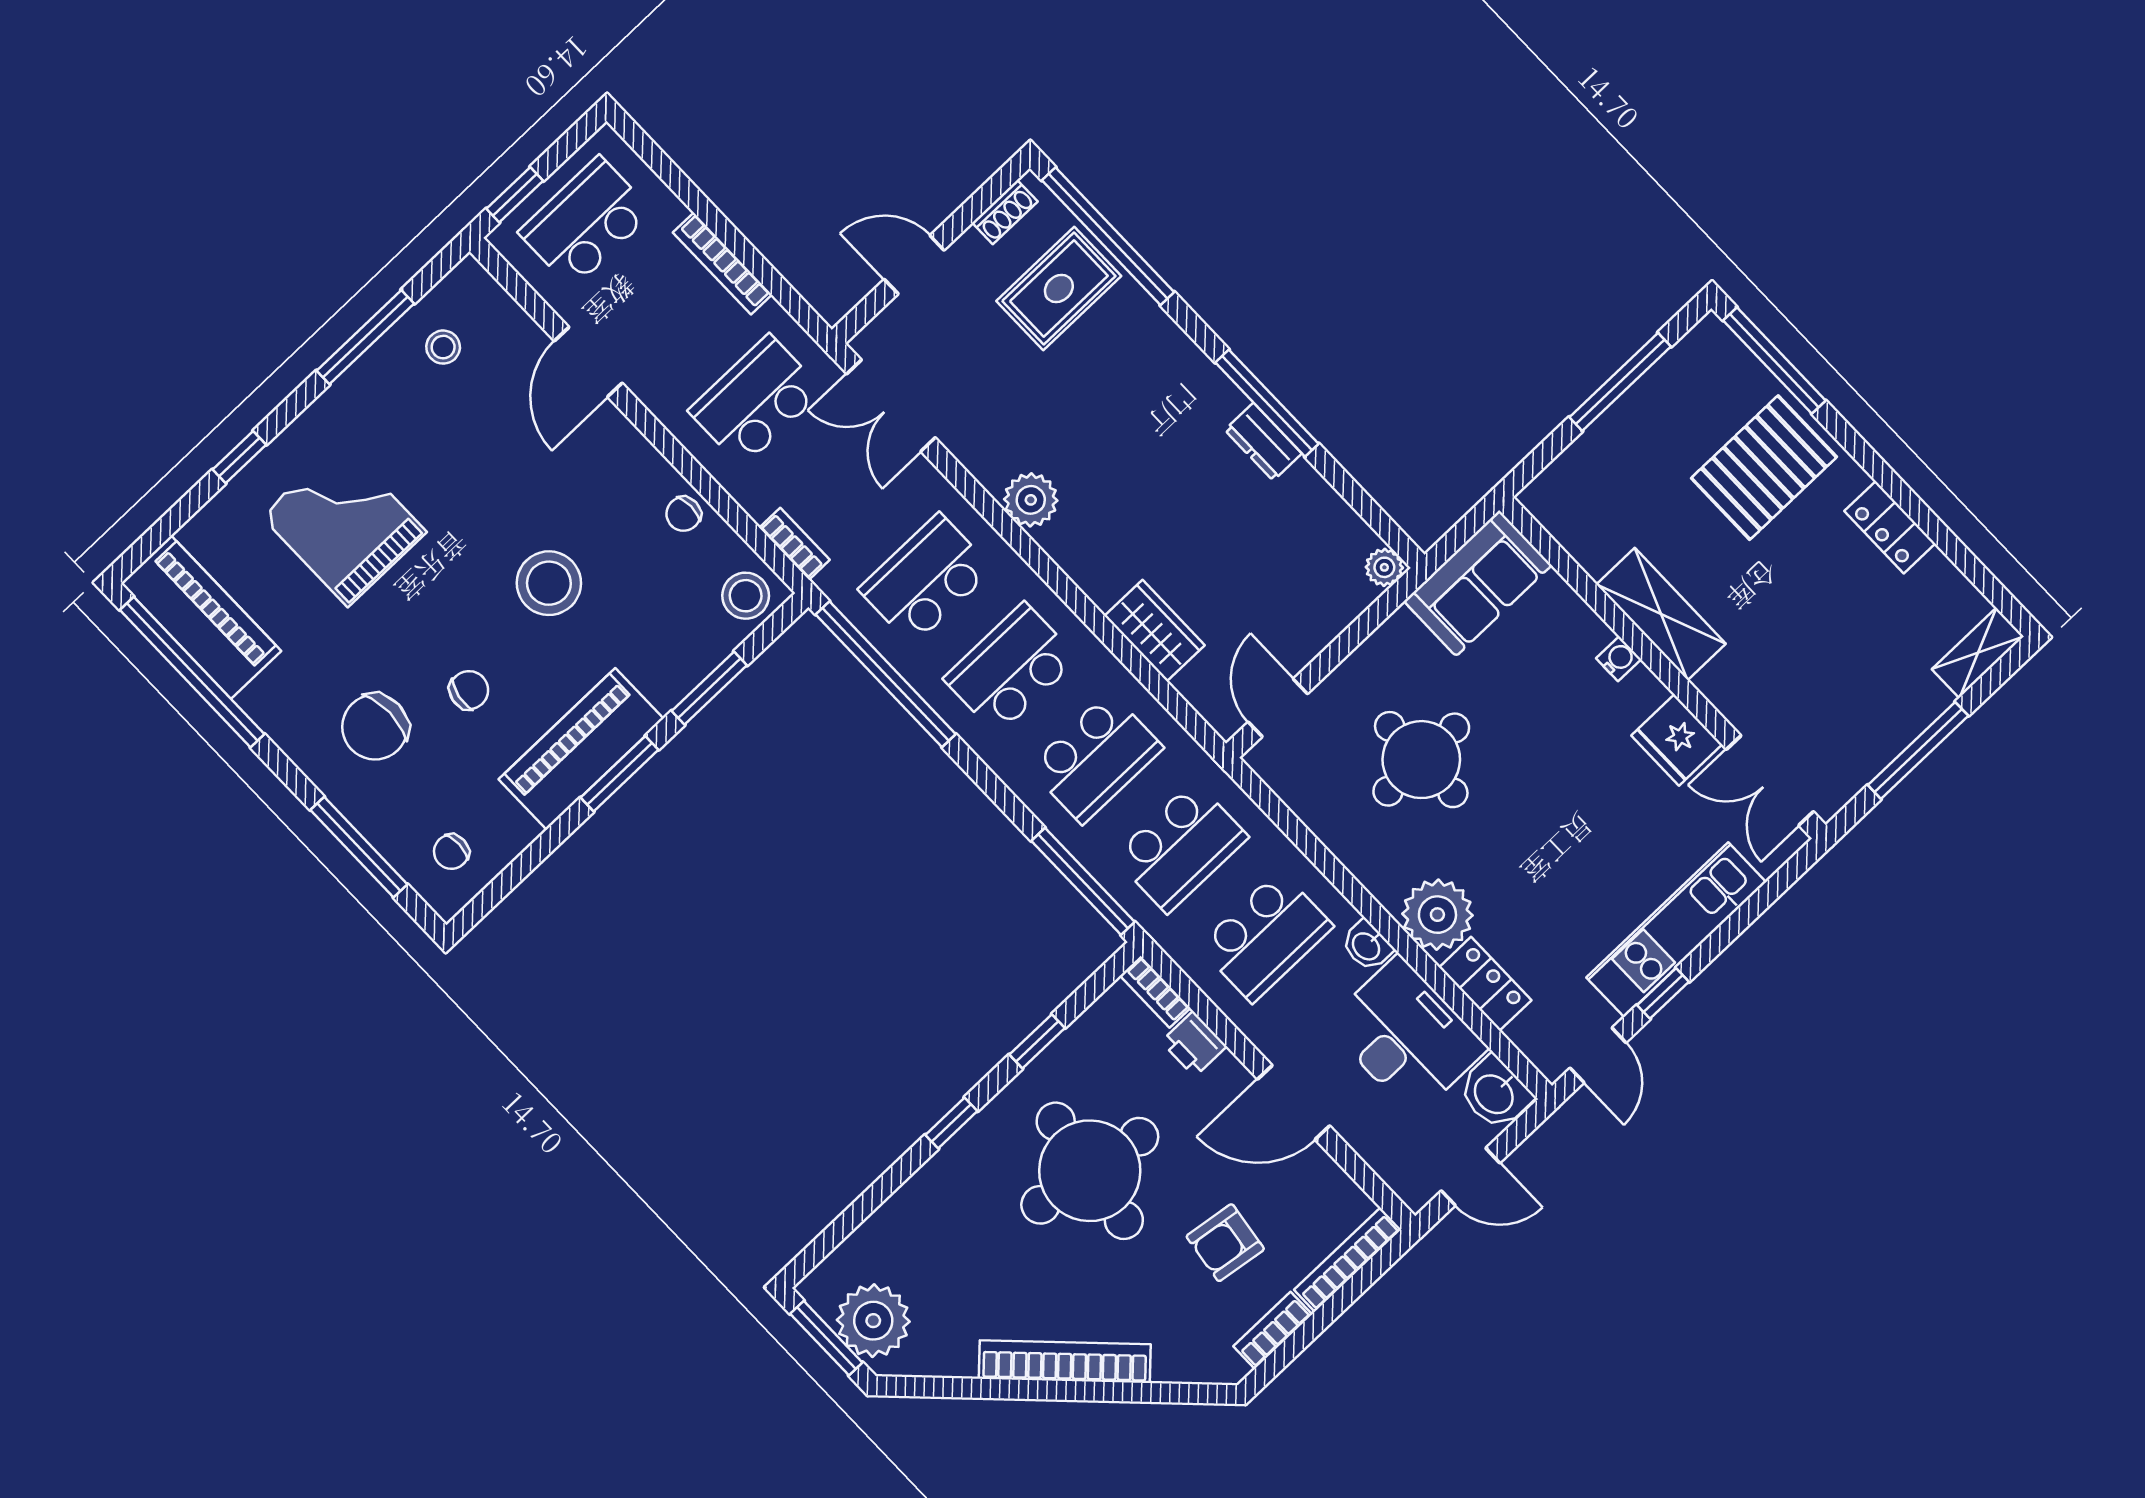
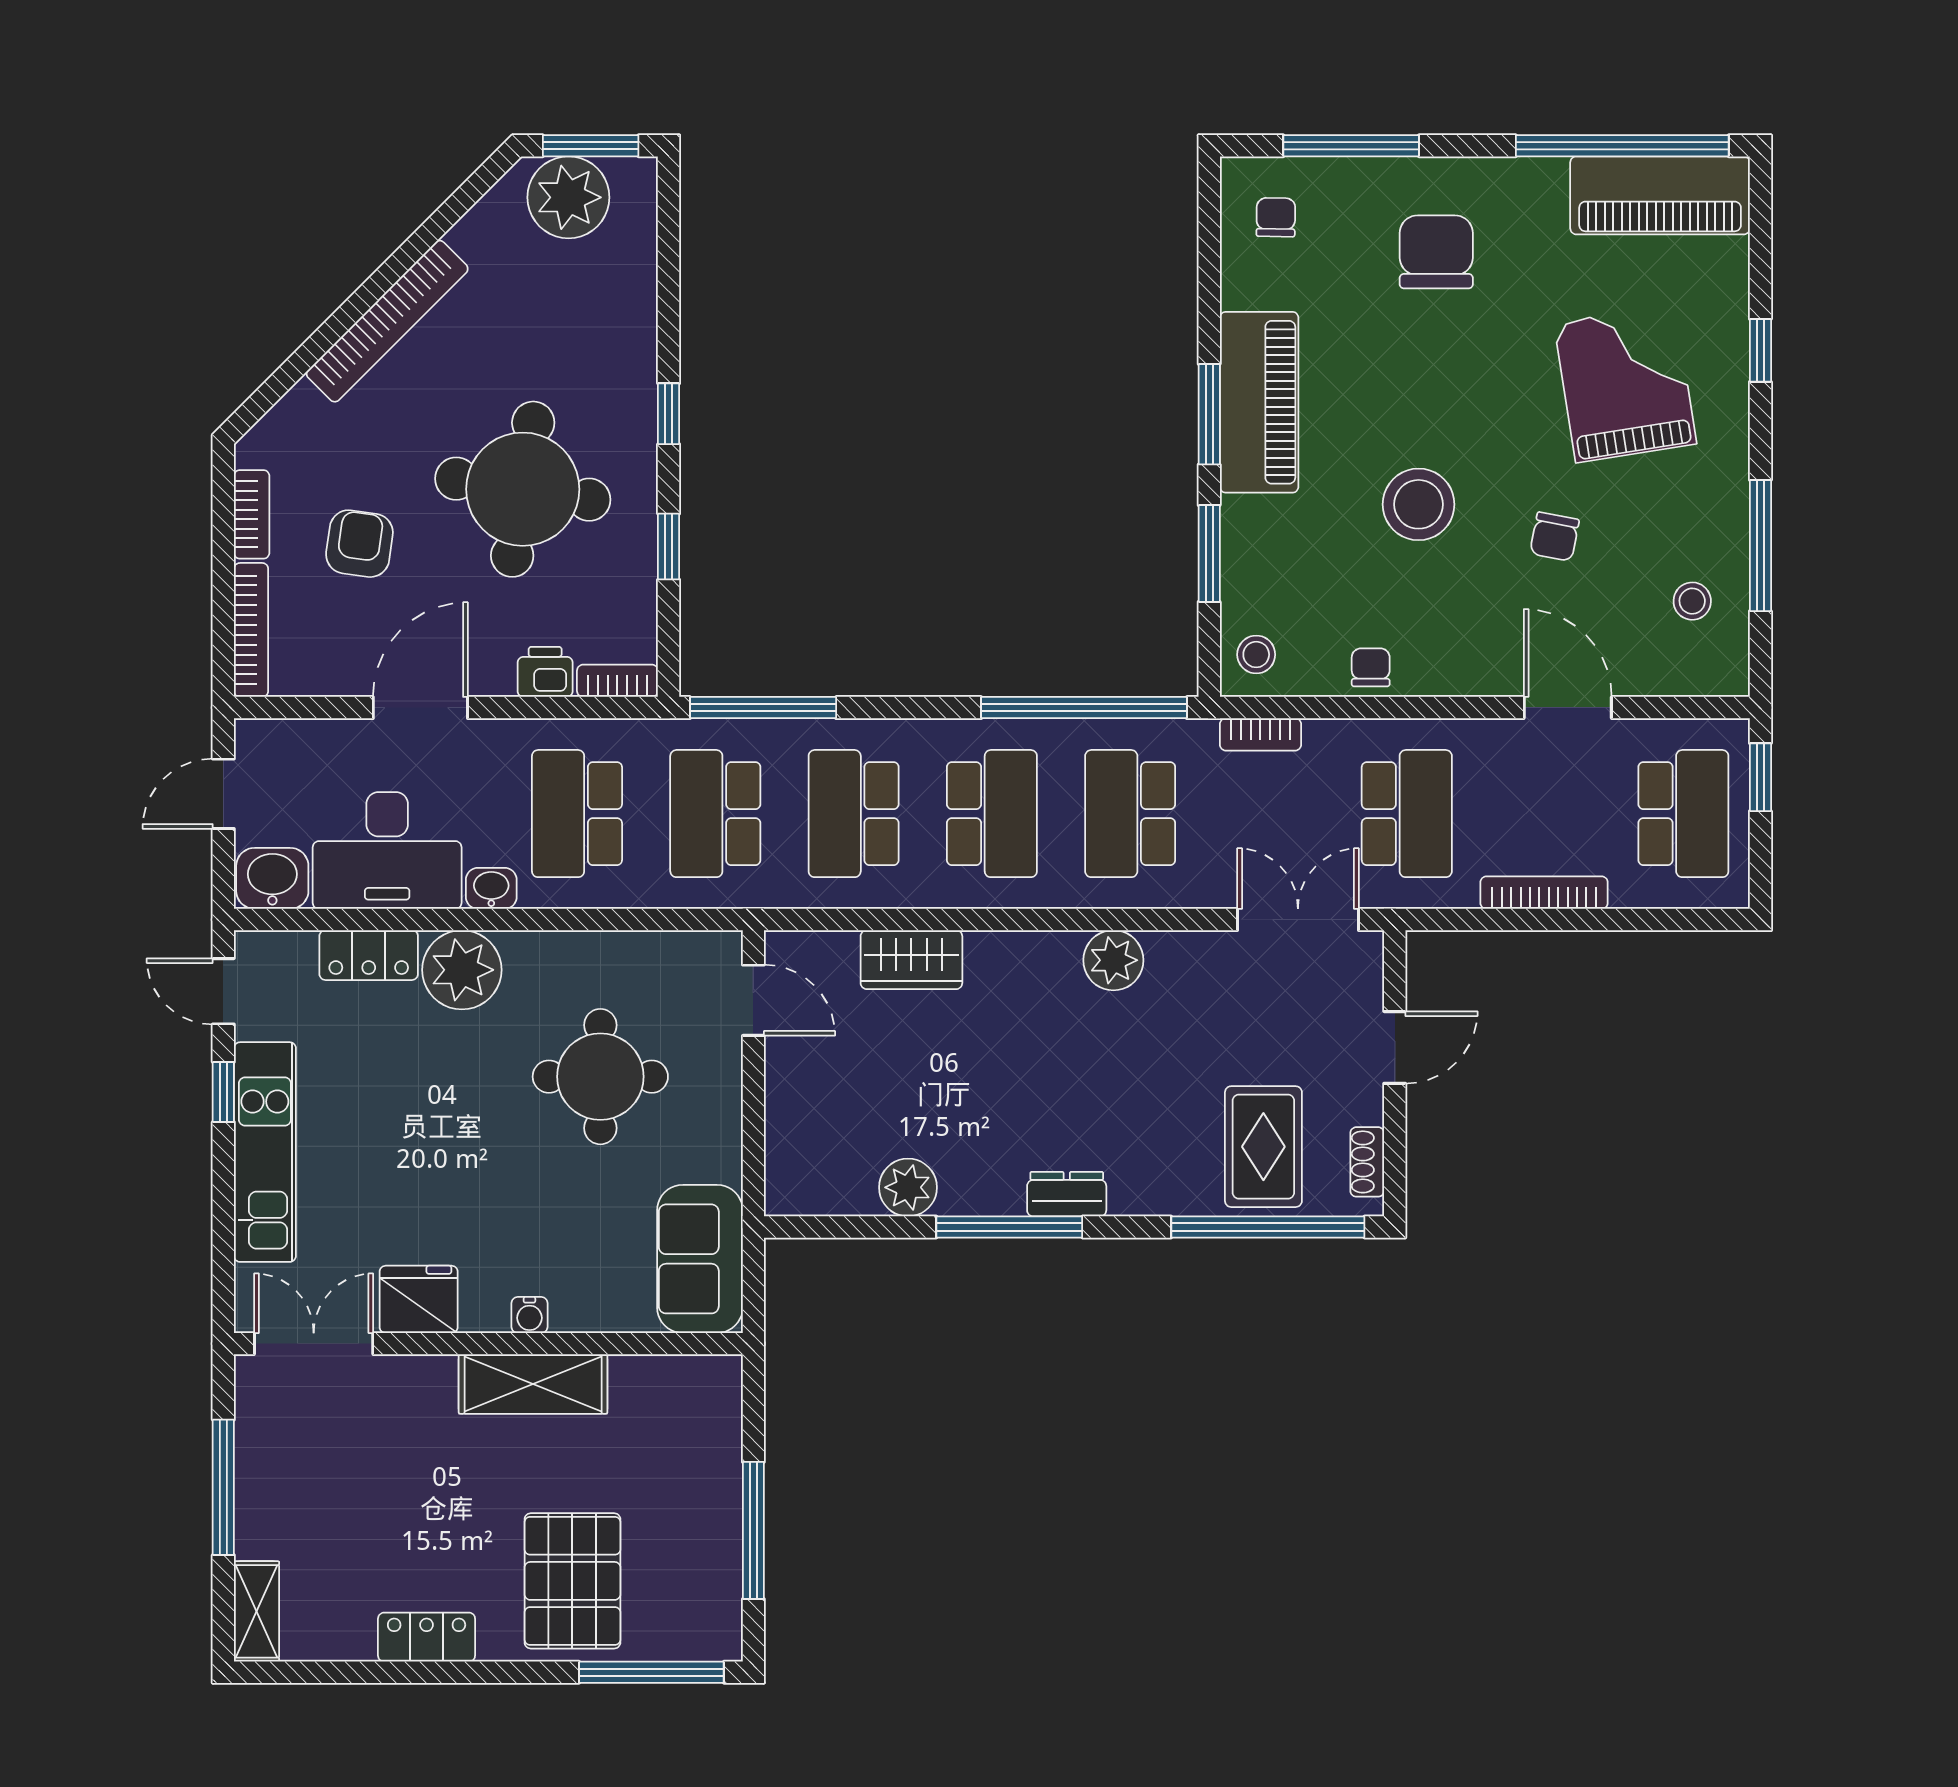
dresser: (1263, 442) -> (1067, 1194), moved
grand piano: (344, 524) -> (1625, 384), turned -99
plant: (1384, 567) -> (908, 1187), moved, width x1.38, depth x1.38
school desk: (926, 579) -> (1130, 814), turned 180
stool: (746, 596) -> (1256, 655), width x0.73, depth x0.73
chair: (469, 690) -> (1555, 537), moved

